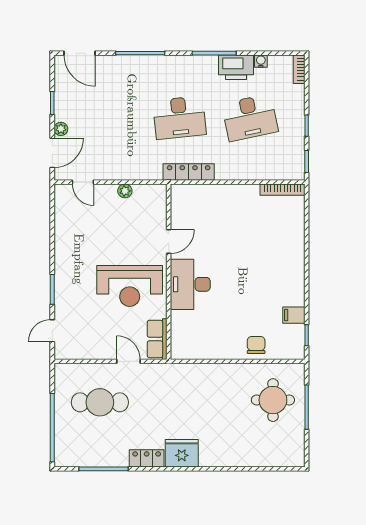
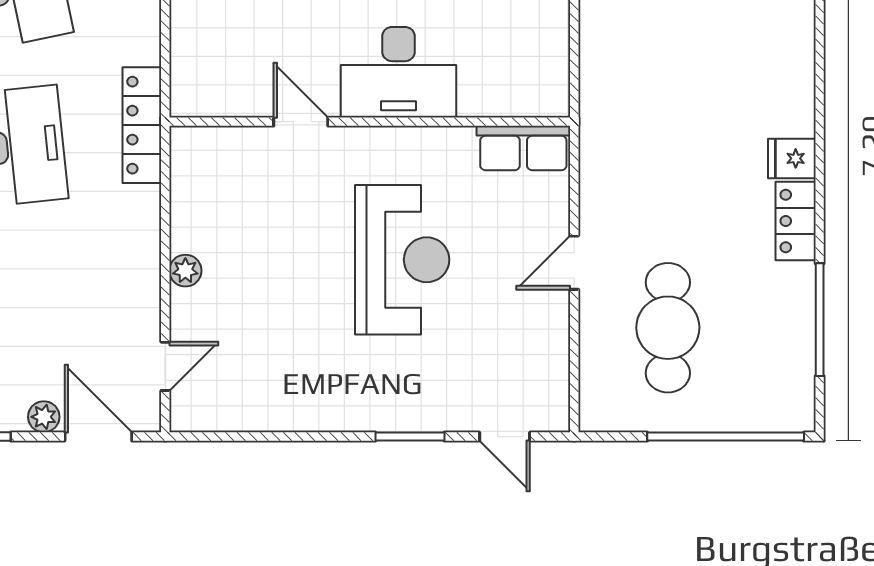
door: (169, 241) -> (301, 122), moved
wall: (169, 272) -> (370, 122), moved
desk: (190, 284) -> (399, 72), moved
row of seats: (157, 339) -> (523, 148), moved
fridge: (182, 453) -> (792, 158), width x0.53, depth x0.75

